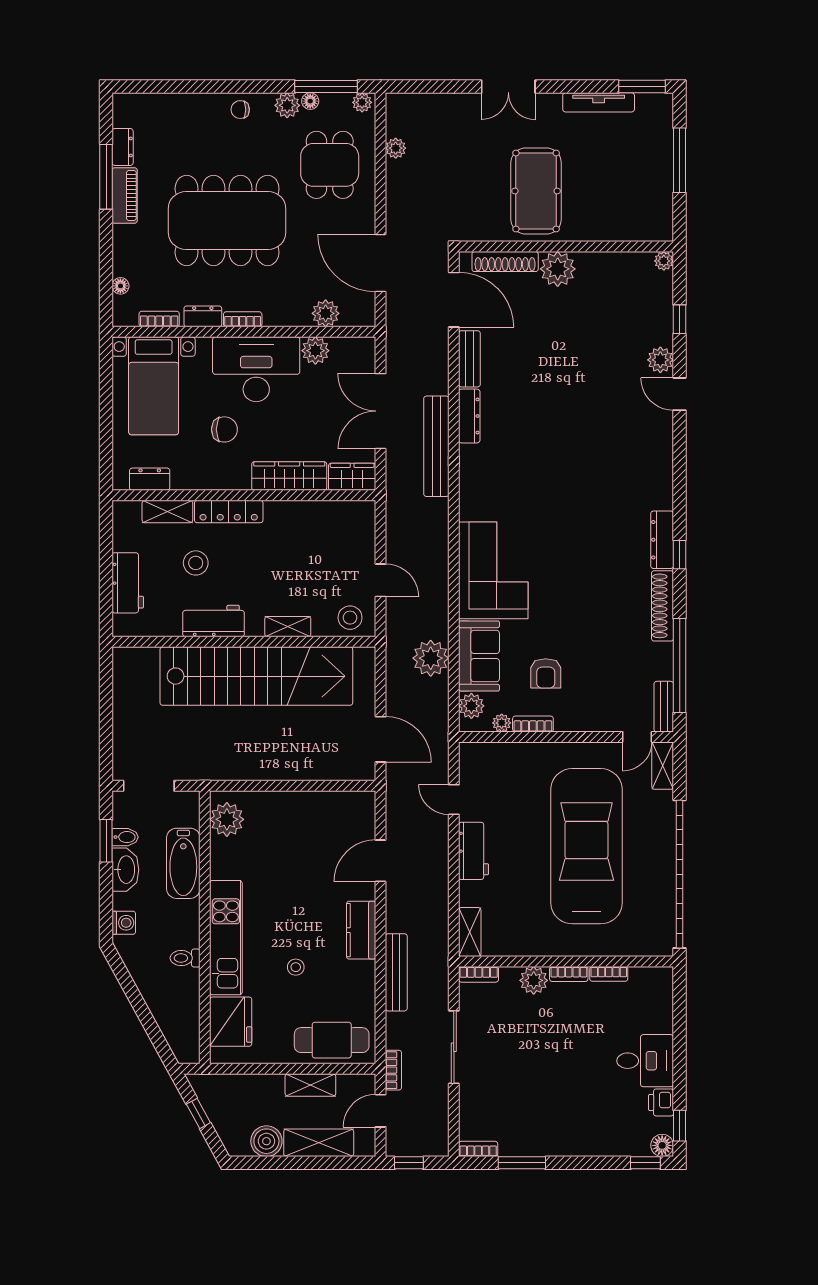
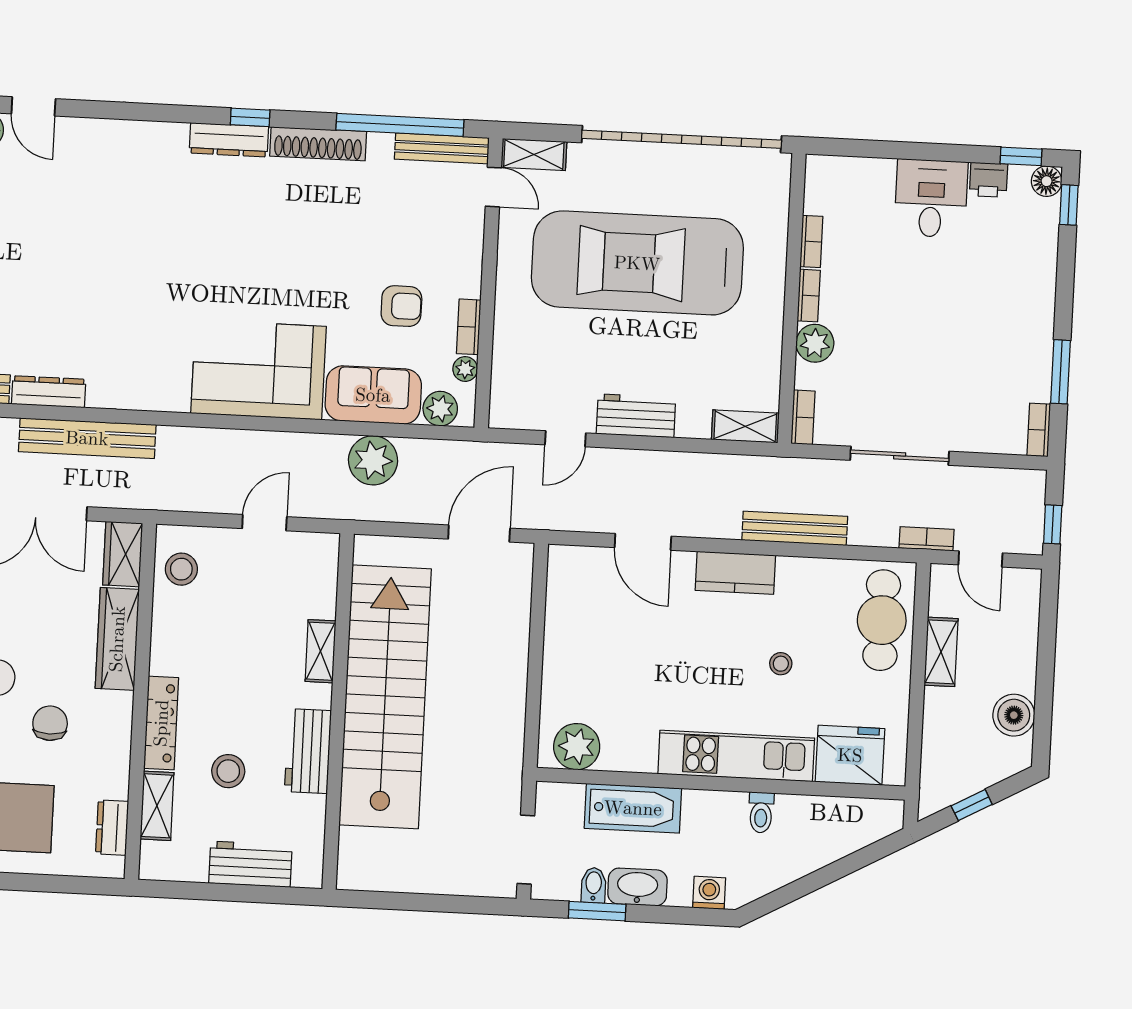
door: (680, 394) -> (33, 106), hinge flipped
stool: (350, 618) -> (181, 569), moved
bench: (664, 707) -> (442, 148), width x1.36
shelving: (319, 1143) -> (1020, 645), removed

